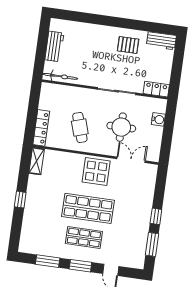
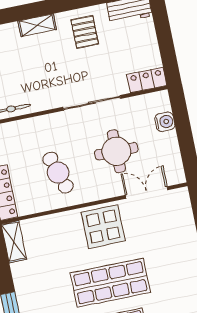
shelving: (100, 30) -> (37, 25), added
pallet: (128, 45) -> (85, 32), turned 90

